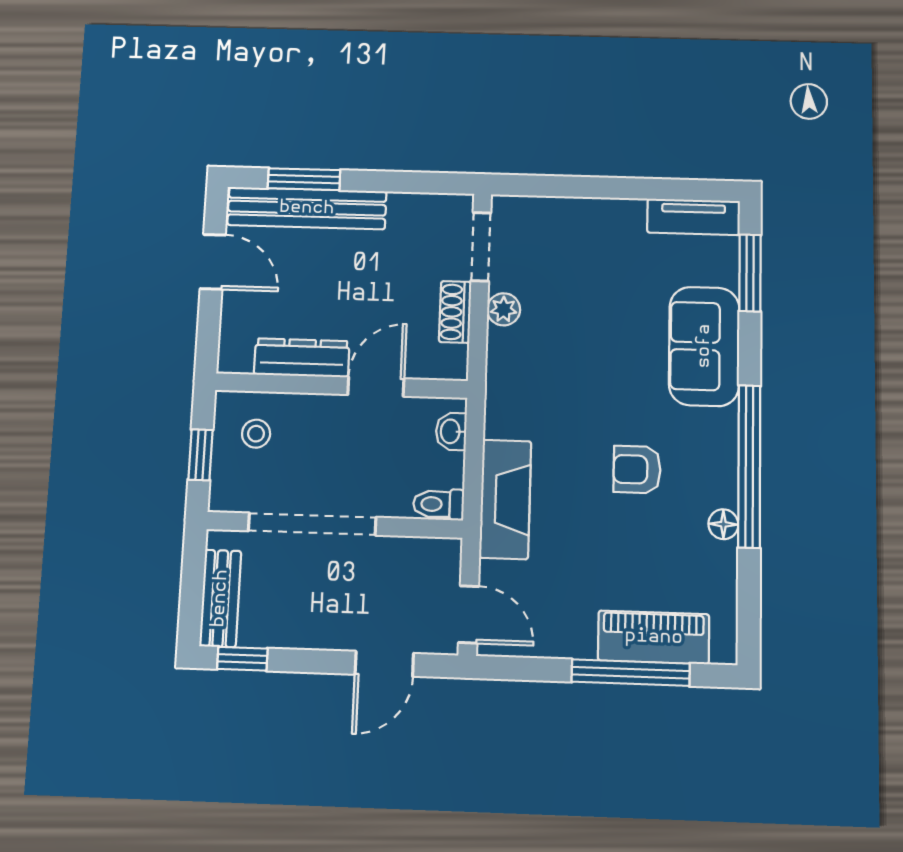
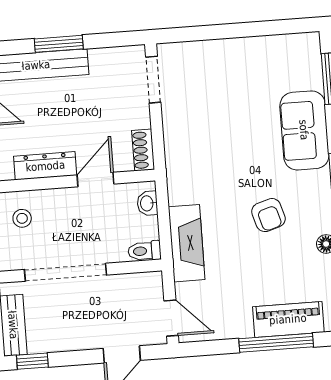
window: (304, 179) -> (59, 44), moved
tv unit: (694, 217) -> (290, 45), removed
plant: (504, 309) -> (173, 120), removed
shoe rack: (455, 312) -> (143, 150), moved
armchair: (637, 470) -> (268, 215), turned -107

